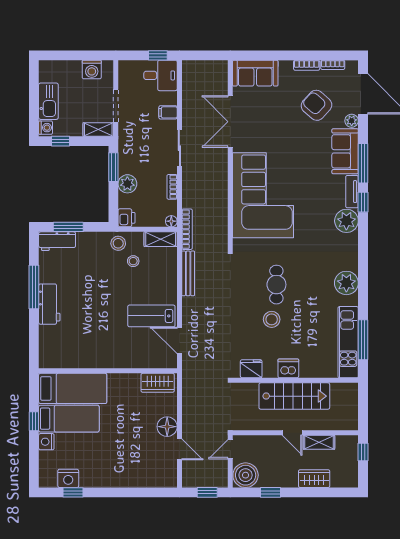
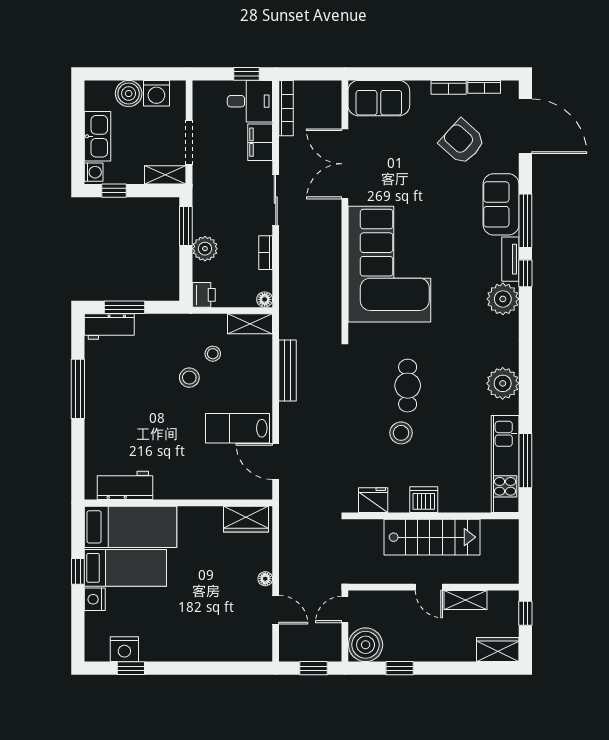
boiler: (71, 70) -> (129, 94), added
filing cabinet: (168, 112) -> (260, 142), width x2.00
plant: (352, 121) -> (510, 163), removed
bookcase: (187, 229) -> (286, 108), moved
stool: (118, 243) -> (189, 378), moved
workbench: (49, 304) -> (125, 485), moved, turned -90
floor lamp: (167, 427) -> (265, 579), width x0.53, depth x0.53
wardrobe: (314, 479) -> (498, 649), moved

